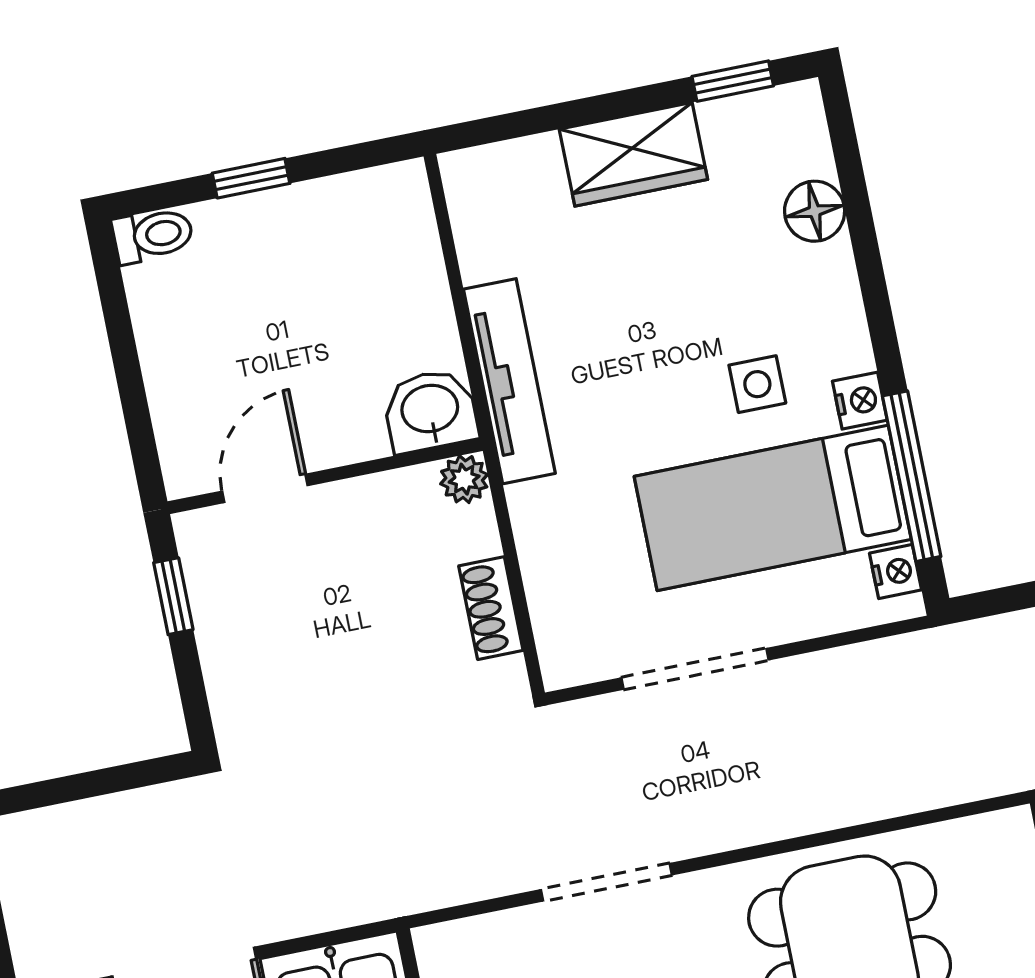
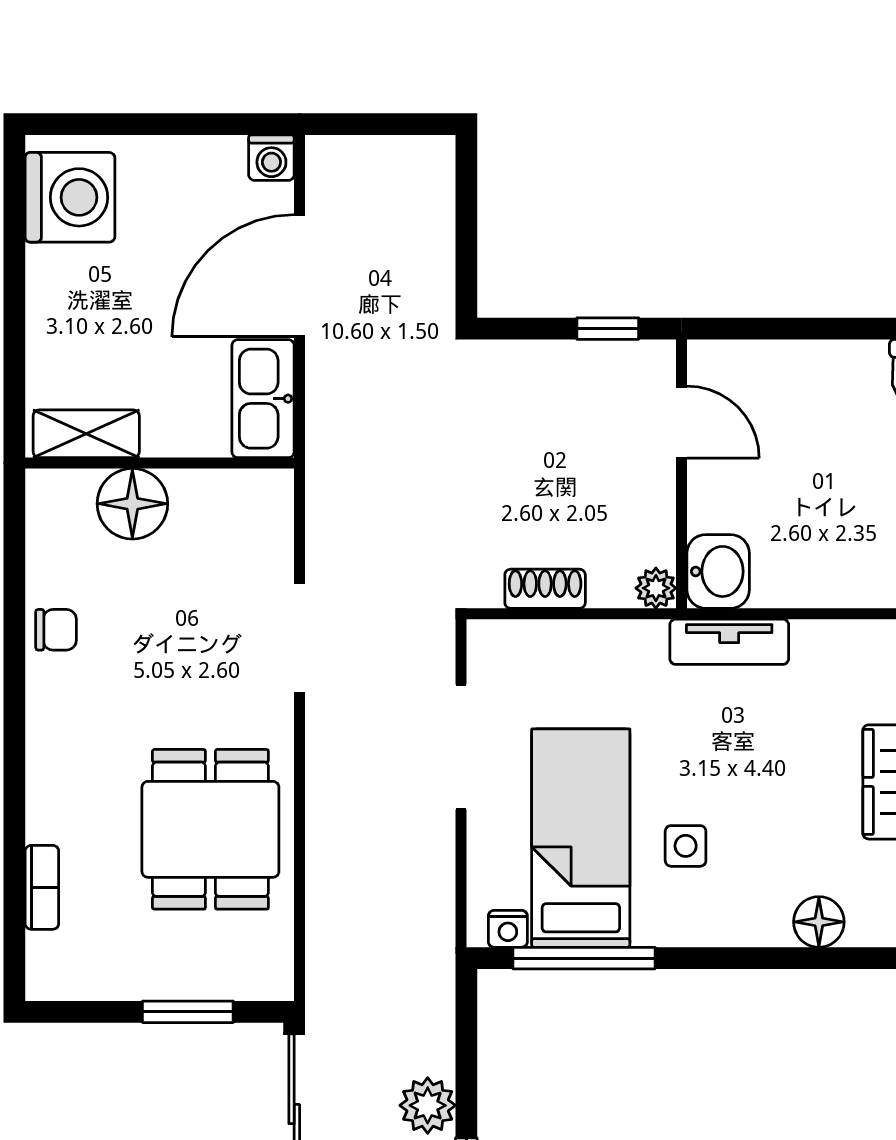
tv unit: (509, 381) -> (729, 642), width x0.71
nightstand: (860, 401) -> (655, 928), removed

